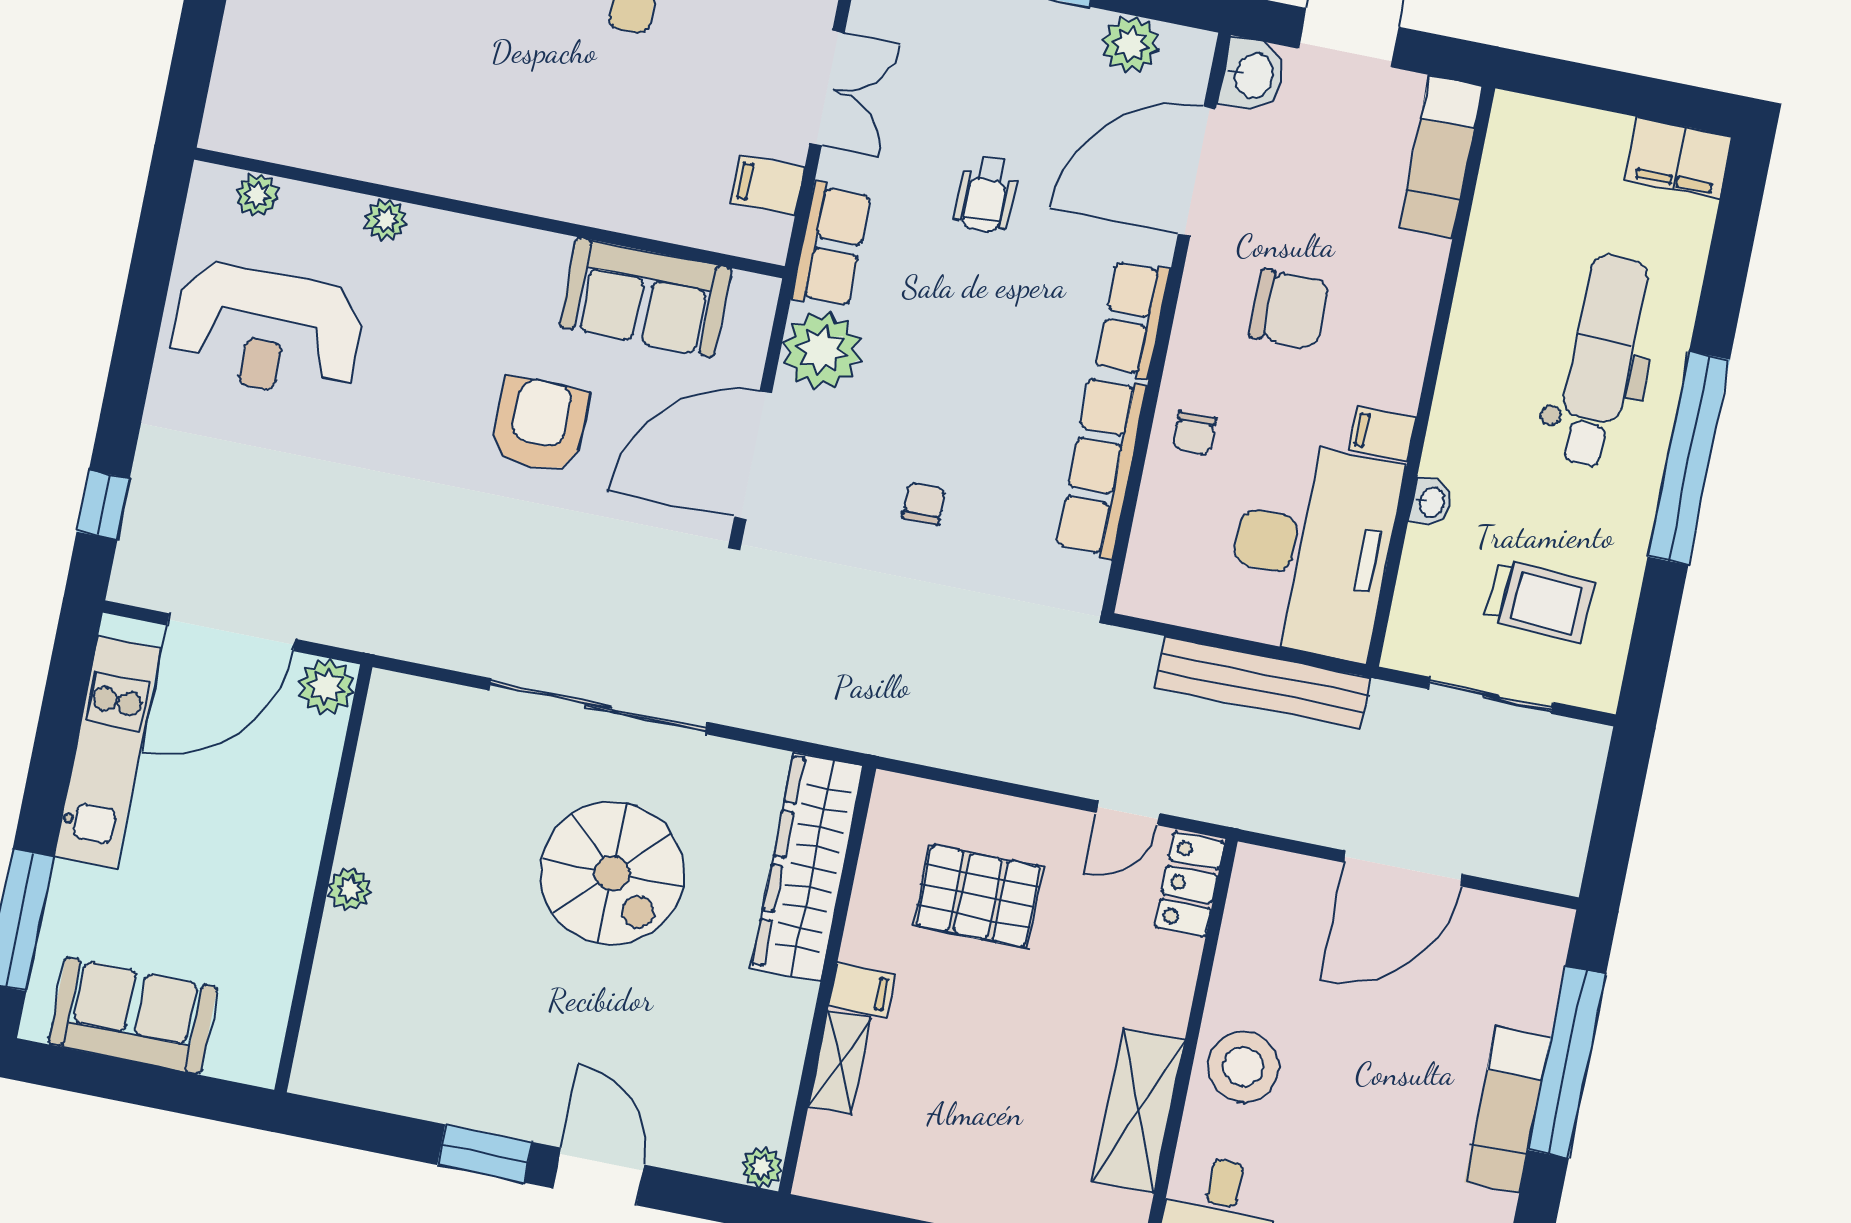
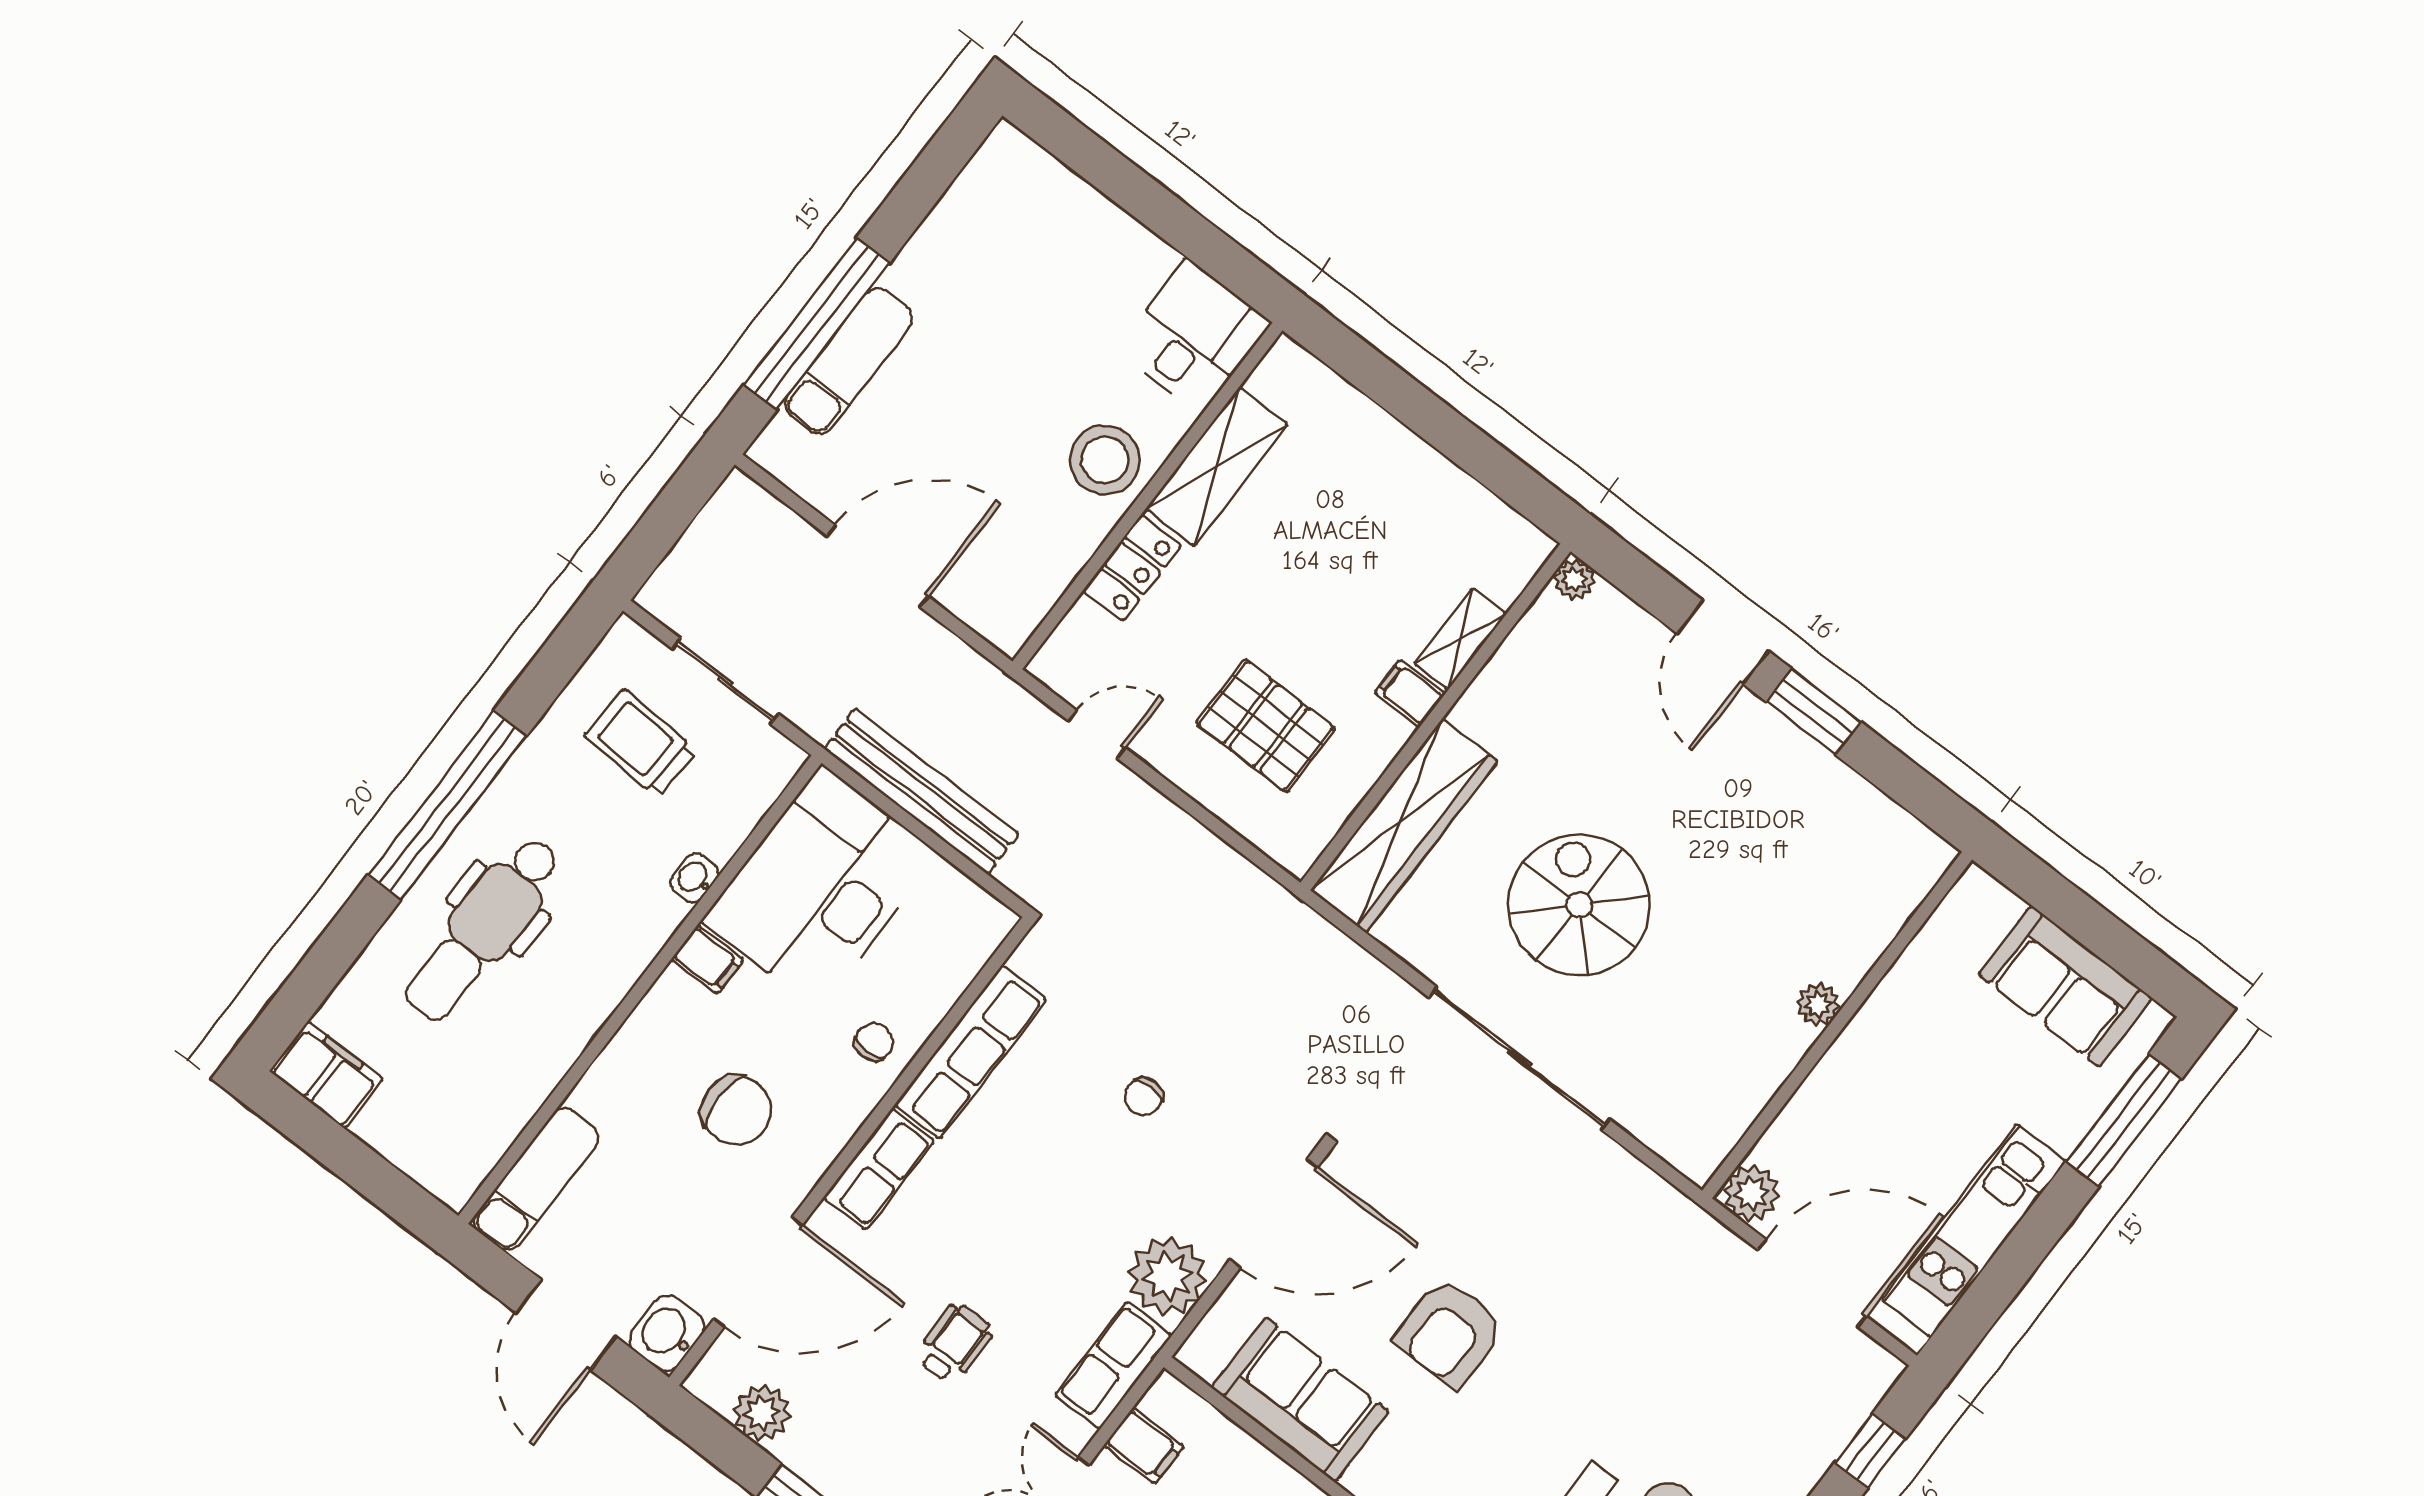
chair: (1289, 309) -> (736, 1110), turned 180
locker: (1190, 884) -> (1132, 568), moved
exam couch: (1508, 1110) -> (849, 361), moved

